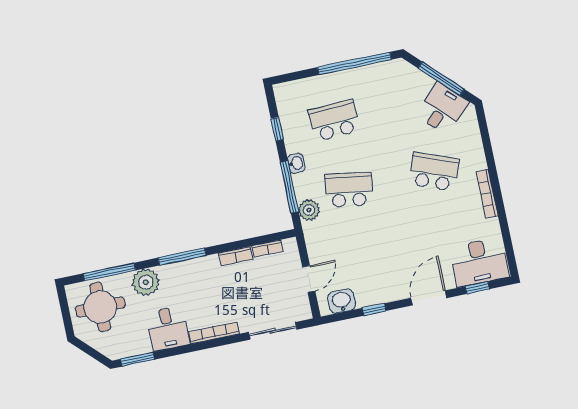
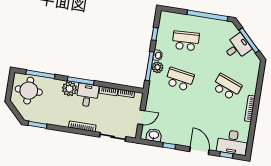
desk: (442, 109) -> (237, 47), moved
plant: (309, 210) -> (157, 67), moved
plant: (146, 282) -> (69, 89), moved
door: (429, 298) -> (199, 151), hinge flipped
desk: (168, 328) -> (87, 95), moved, turned 180

